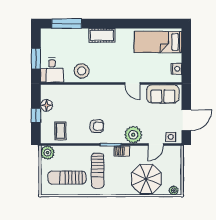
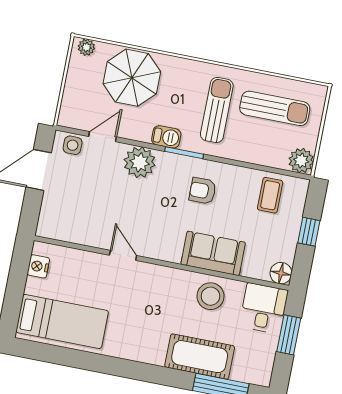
cot: (102, 35) -> (200, 357), moved, width x1.37, depth x1.34
sofa: (163, 94) -> (213, 253), moved
floor lamp: (47, 105) -> (281, 273), moved

